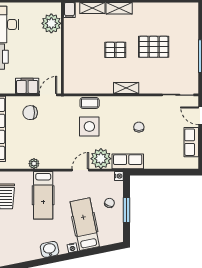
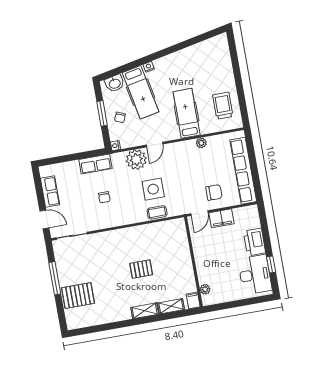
plant: (51, 23) -> (205, 289), width x0.53, depth x0.53
pallet: (154, 47) -> (78, 296), moved
shelving: (126, 88) -> (124, 234), removed
row of seats: (128, 161) -> (95, 164), moved
washbasin: (50, 249) -> (115, 83), moved

